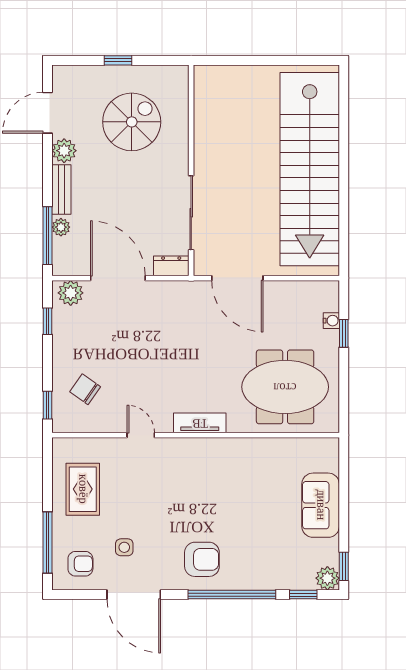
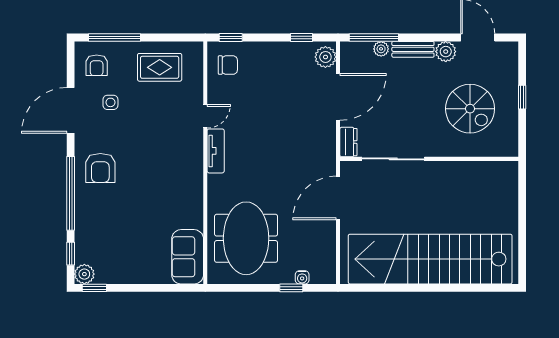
chair: (85, 389) -> (228, 65), moved, turned 55
tv unit: (200, 423) -> (216, 151), moved
sofa: (321, 505) -> (188, 257), moved, turned -90

